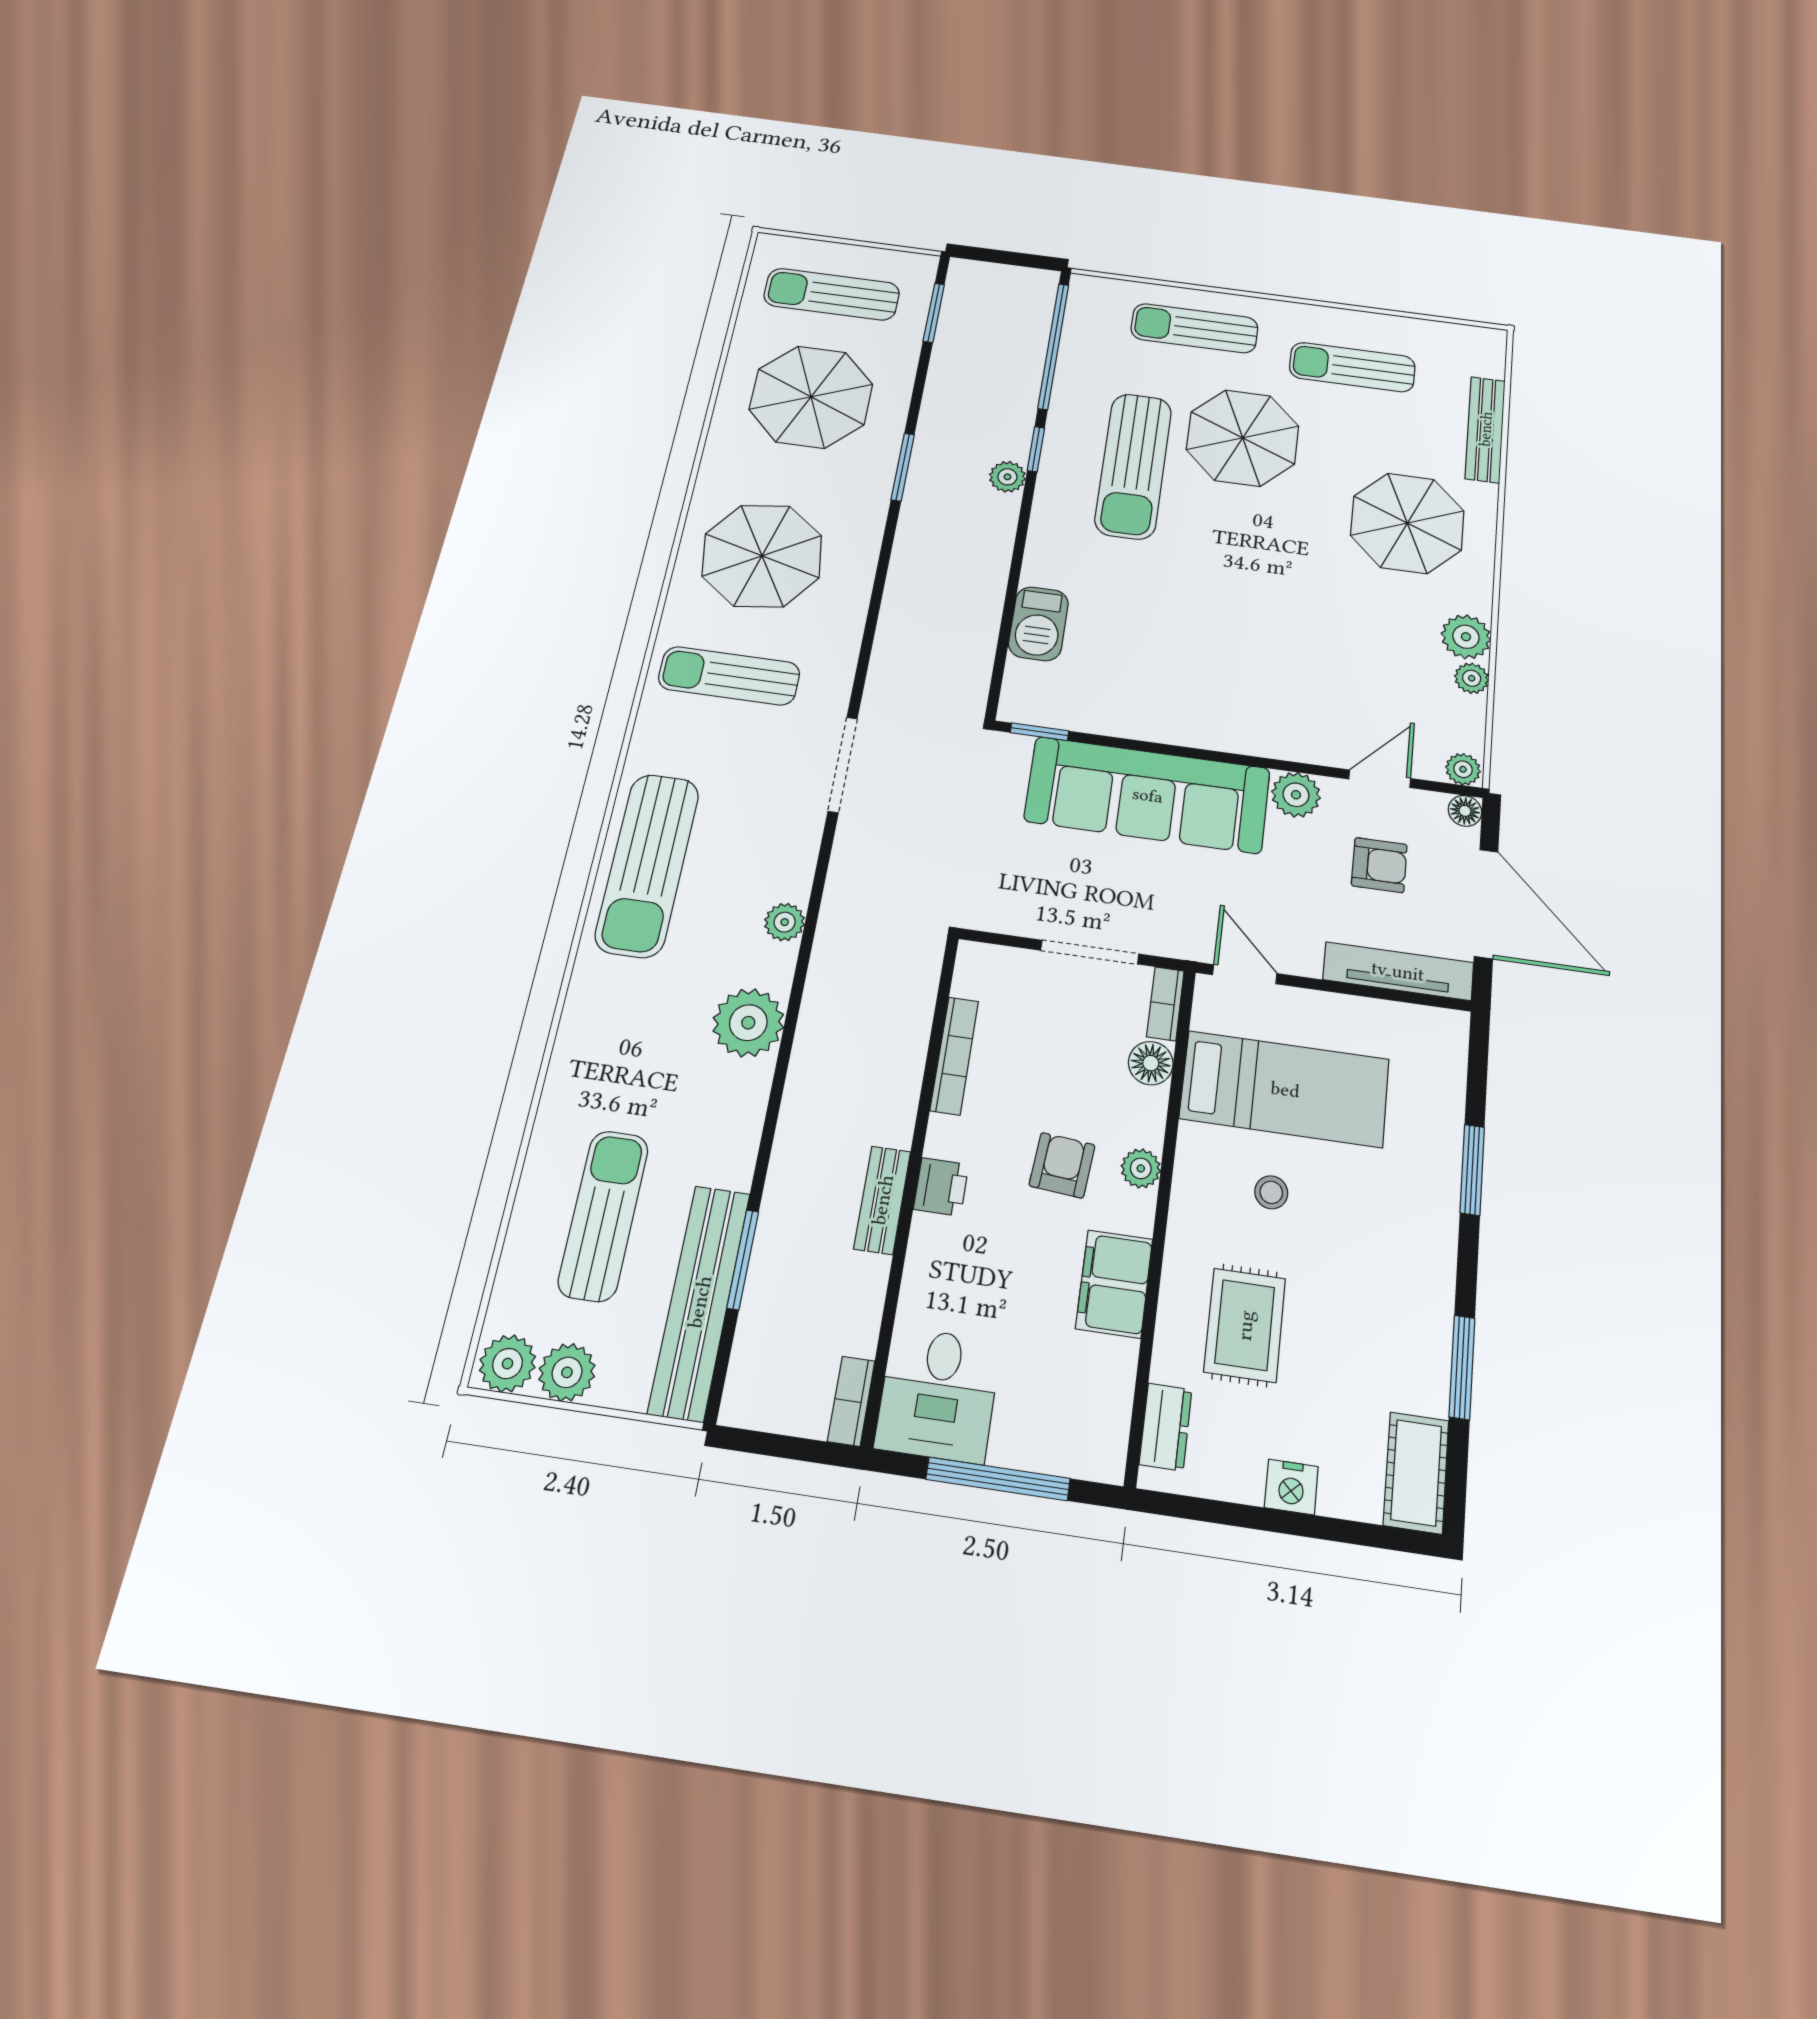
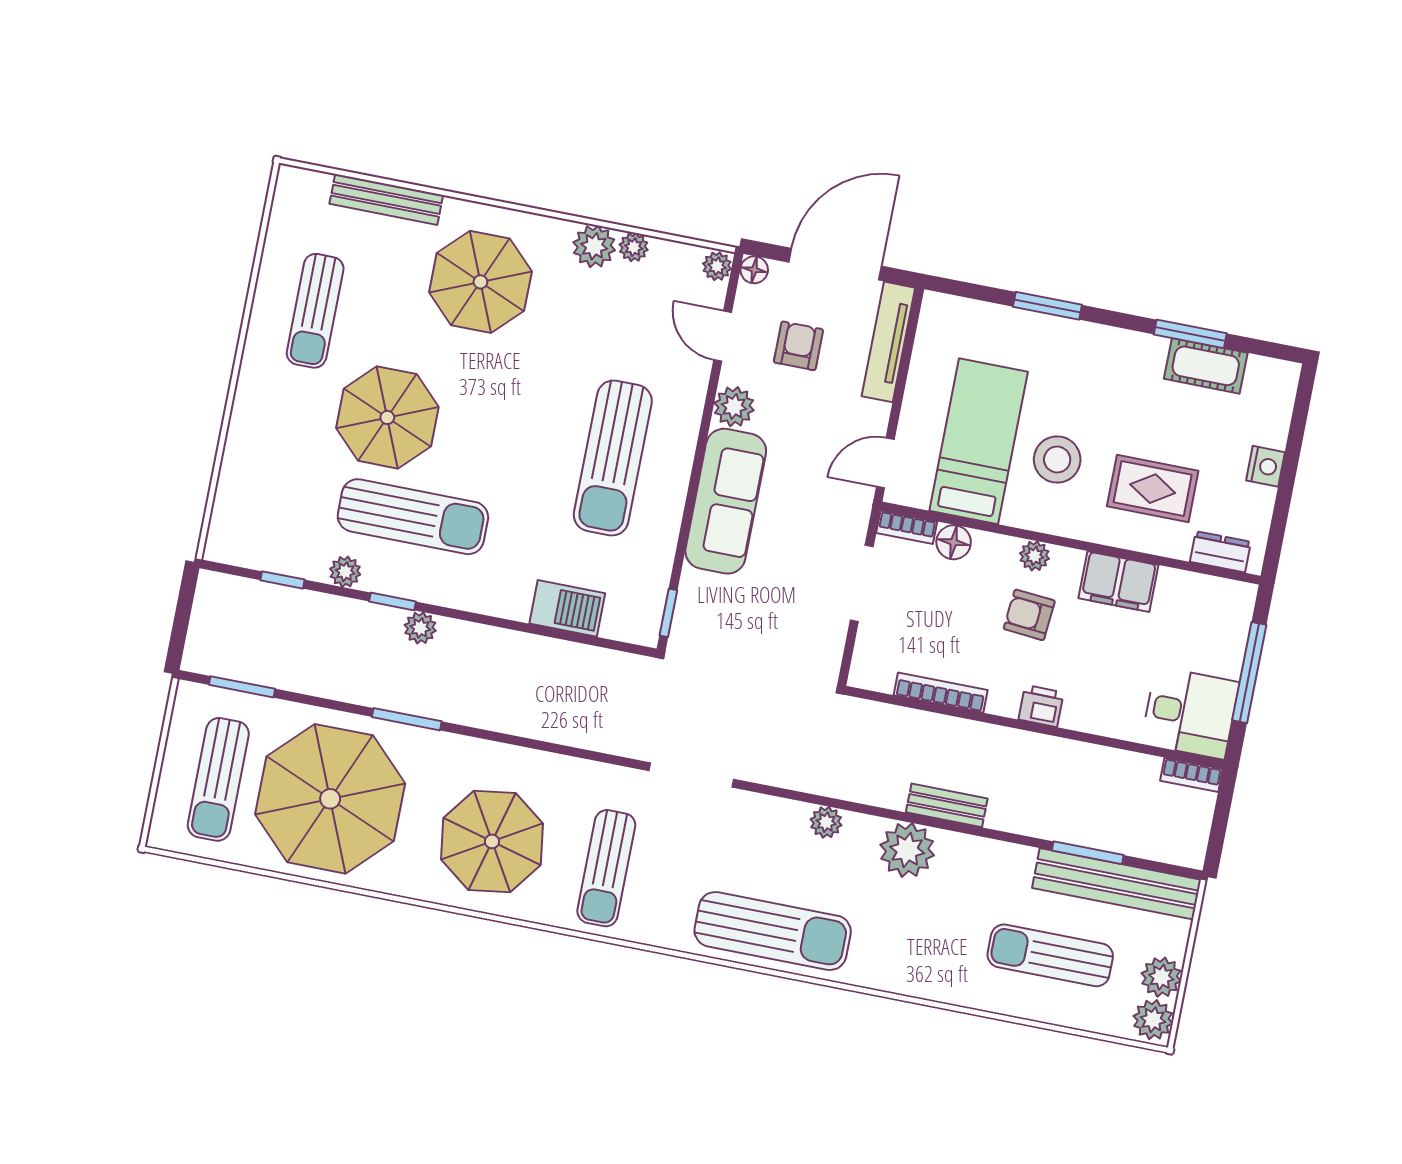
sun lounger: (1194, 328) -> (613, 458), moved, width x1.36, depth x1.34
window: (1053, 346) -> (283, 580), width x0.32
parasol: (811, 397) -> (330, 799), width x1.36, depth x1.36
plant: (1066, 403) -> (345, 572), added
sofa: (1148, 795) -> (726, 501), width x0.74, depth x0.79
stool: (1271, 1192) -> (1057, 459), width x1.89, depth x1.89
bench: (882, 1200) -> (947, 805), moved
cot: (1416, 1473) -> (1206, 366), moved

